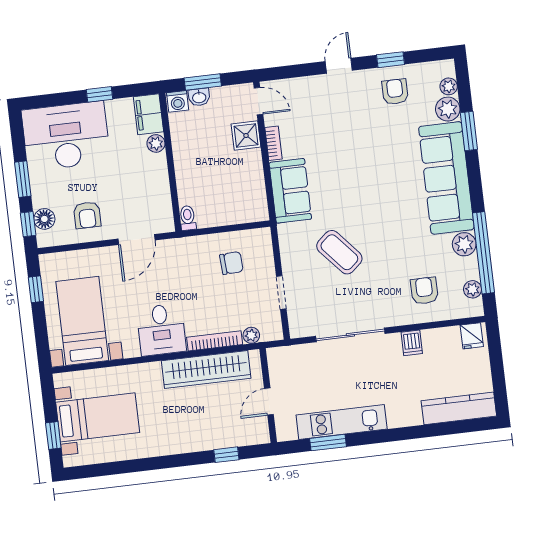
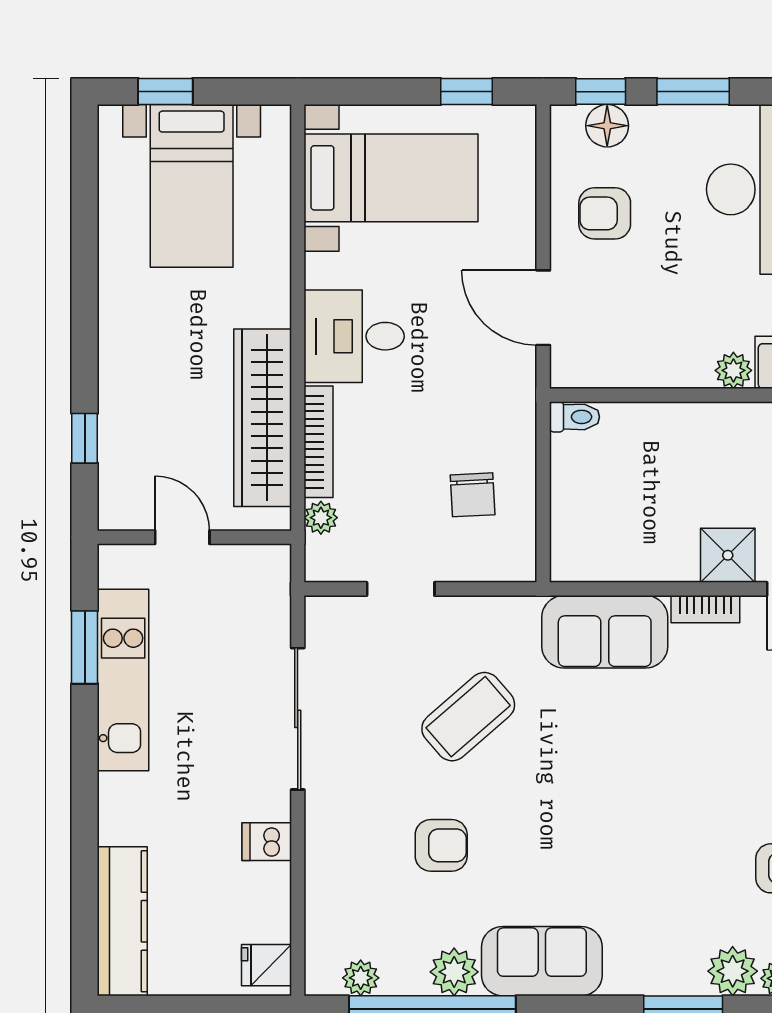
sofa: (446, 178) -> (542, 961), width x0.54, depth x0.79
armchair: (424, 291) -> (441, 845), moved

